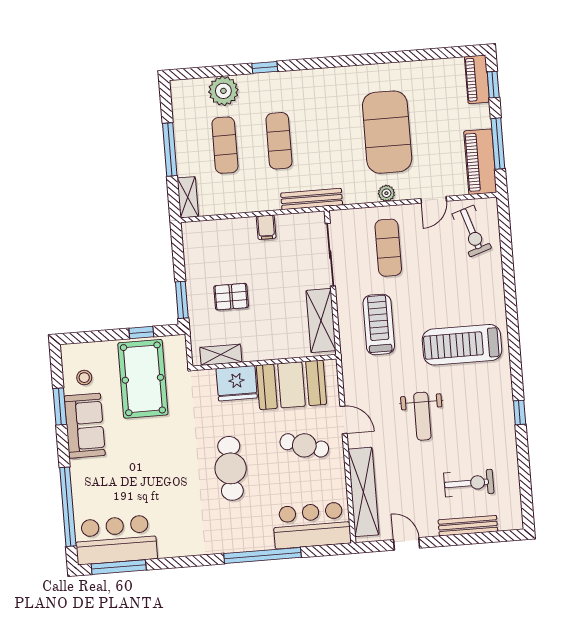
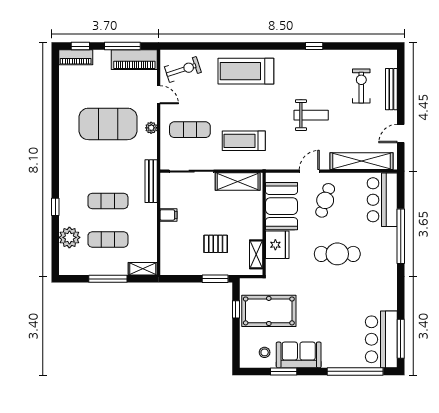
pallet: (231, 297) -> (216, 244), turned 90
treadmill: (462, 345) -> (246, 71), moved, turned 90

